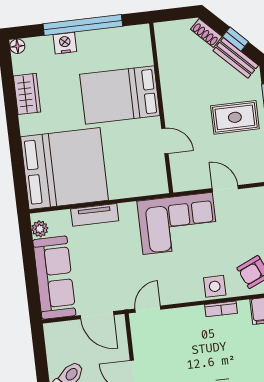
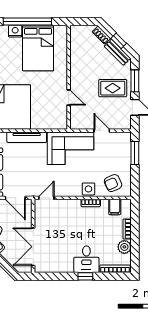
bed: (120, 95) -> (38, 48), moved, turned -90
tv unit: (95, 215) -> (27, 137), width x1.41

